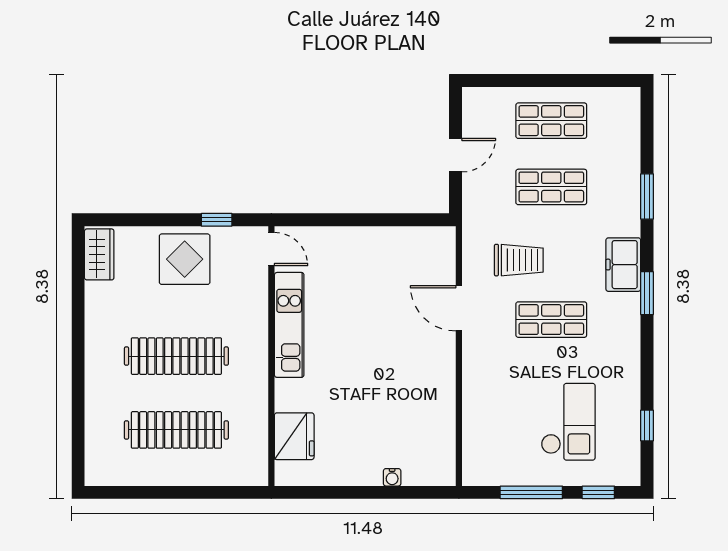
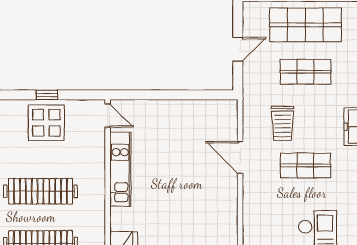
shop shelf: (551, 121) -> (305, 25), width x1.43, depth x1.36
window: (217, 220) -> (47, 95), moved
trolley: (519, 260) -> (283, 123), turned 90

